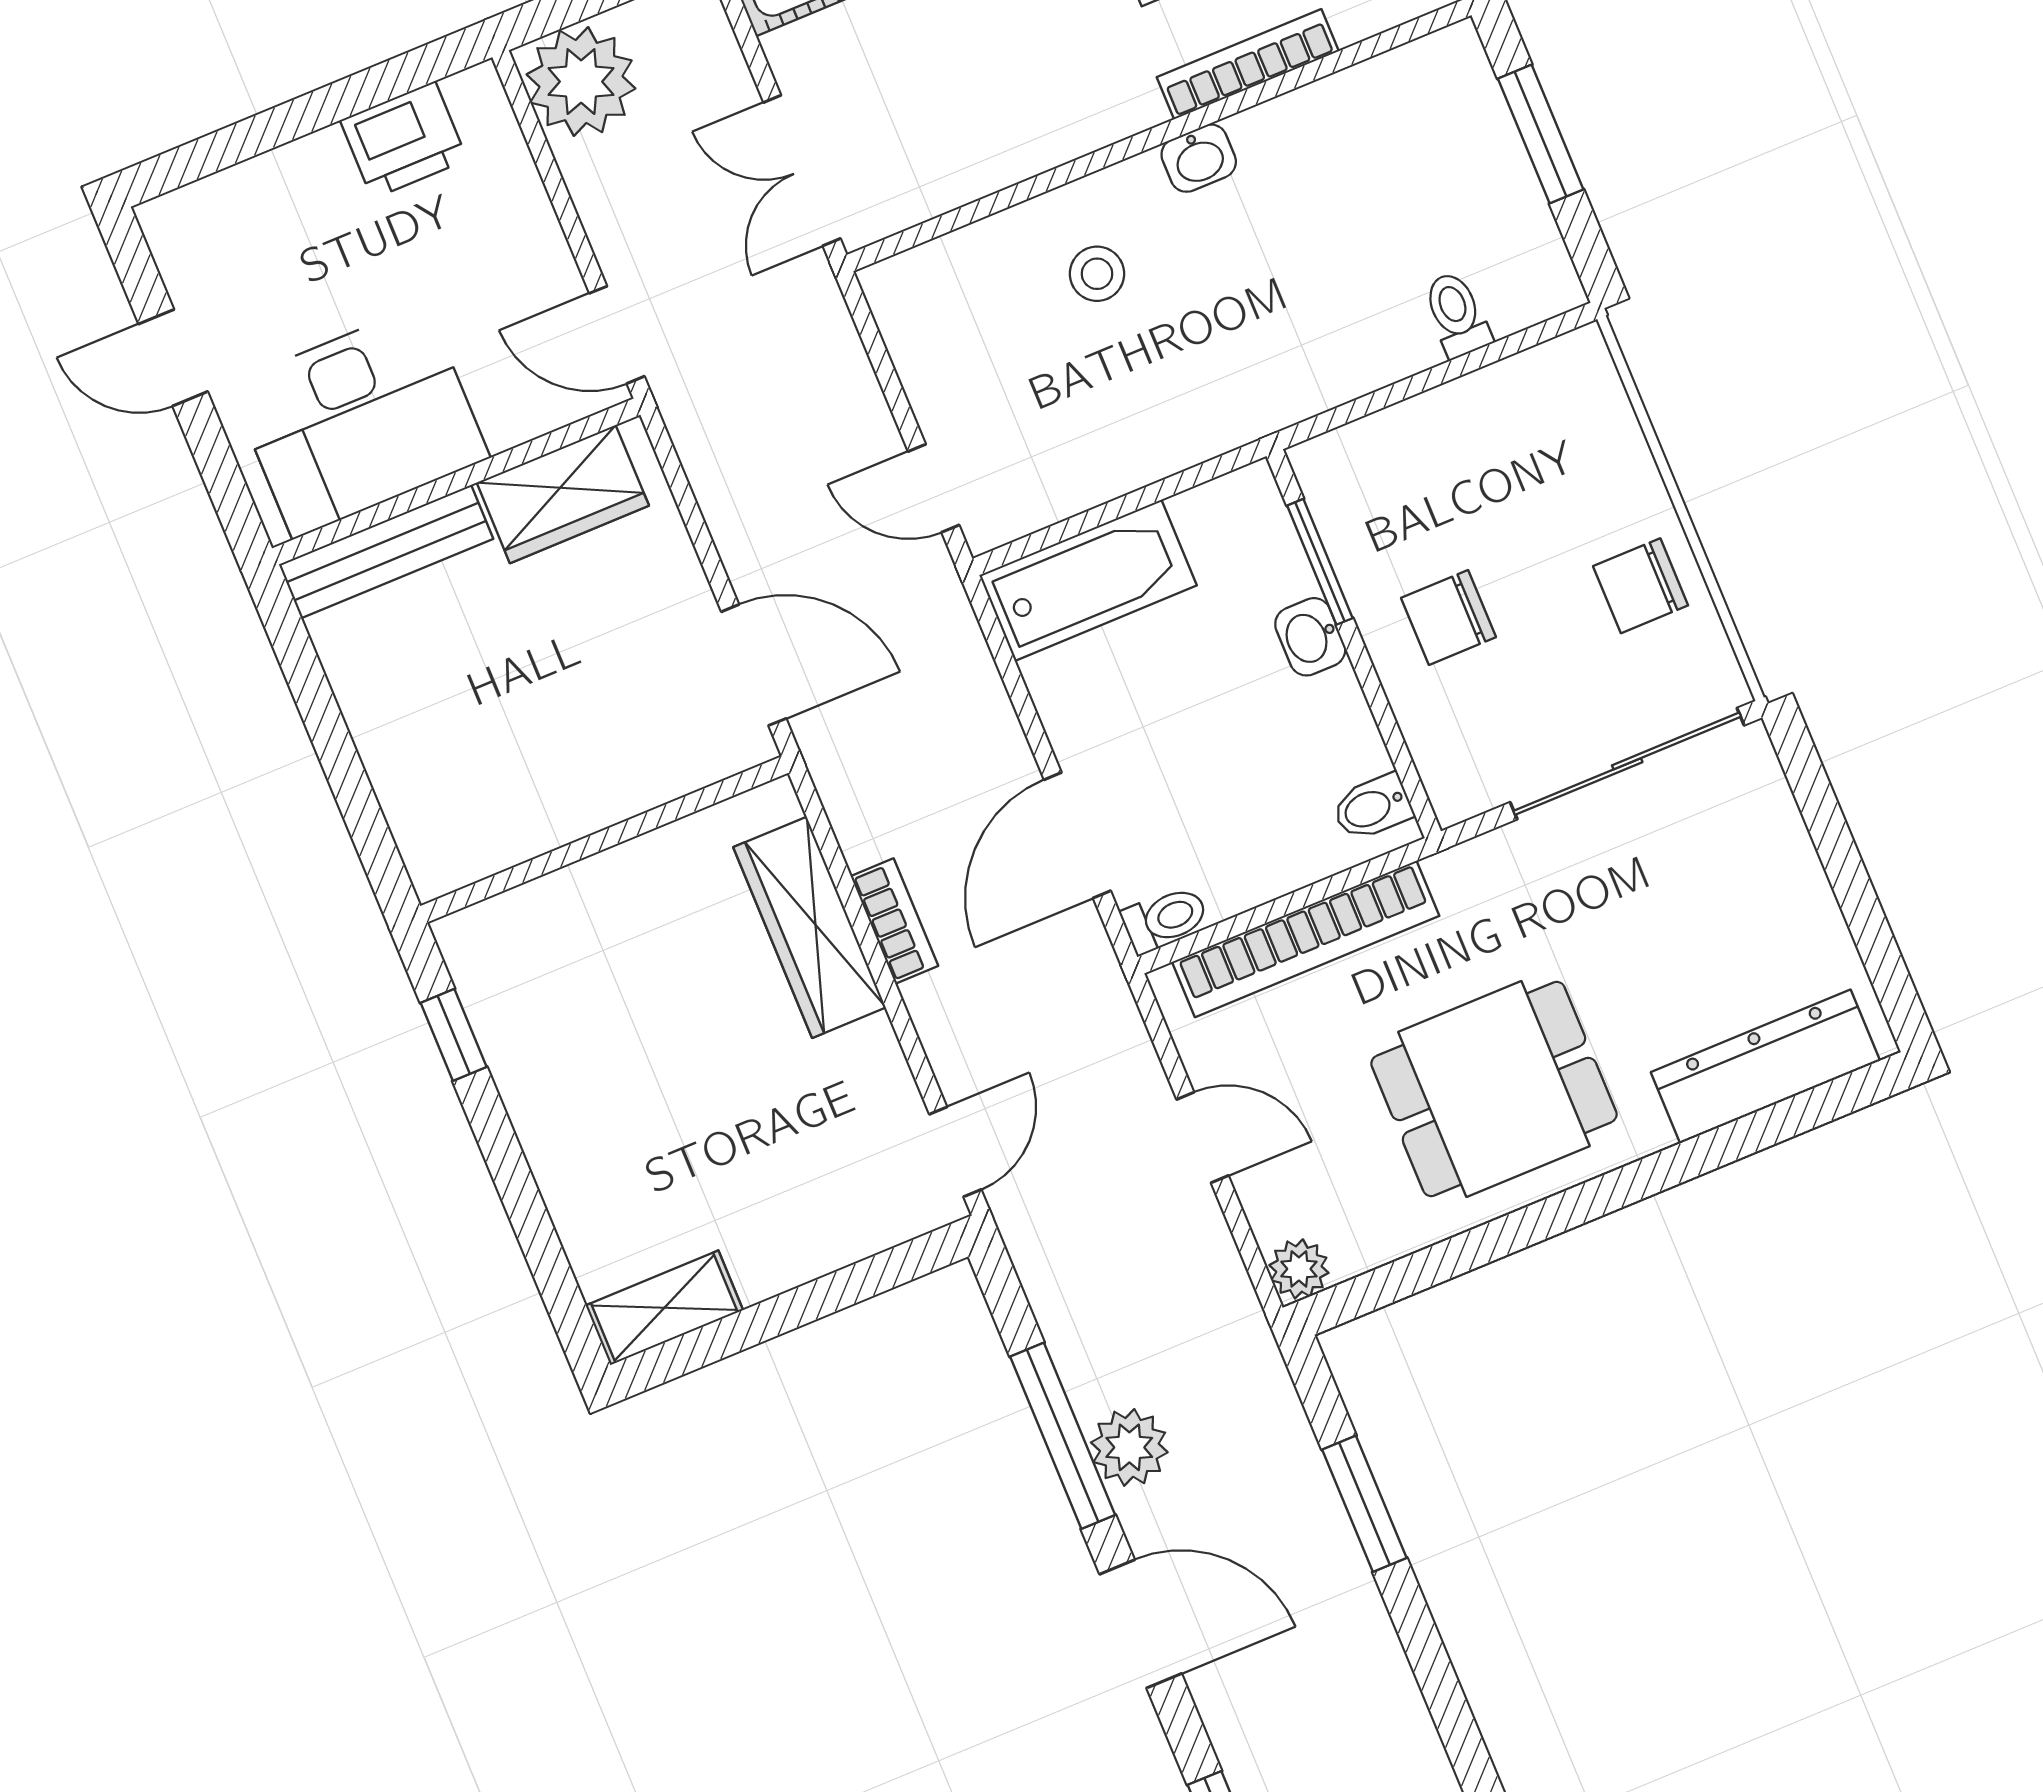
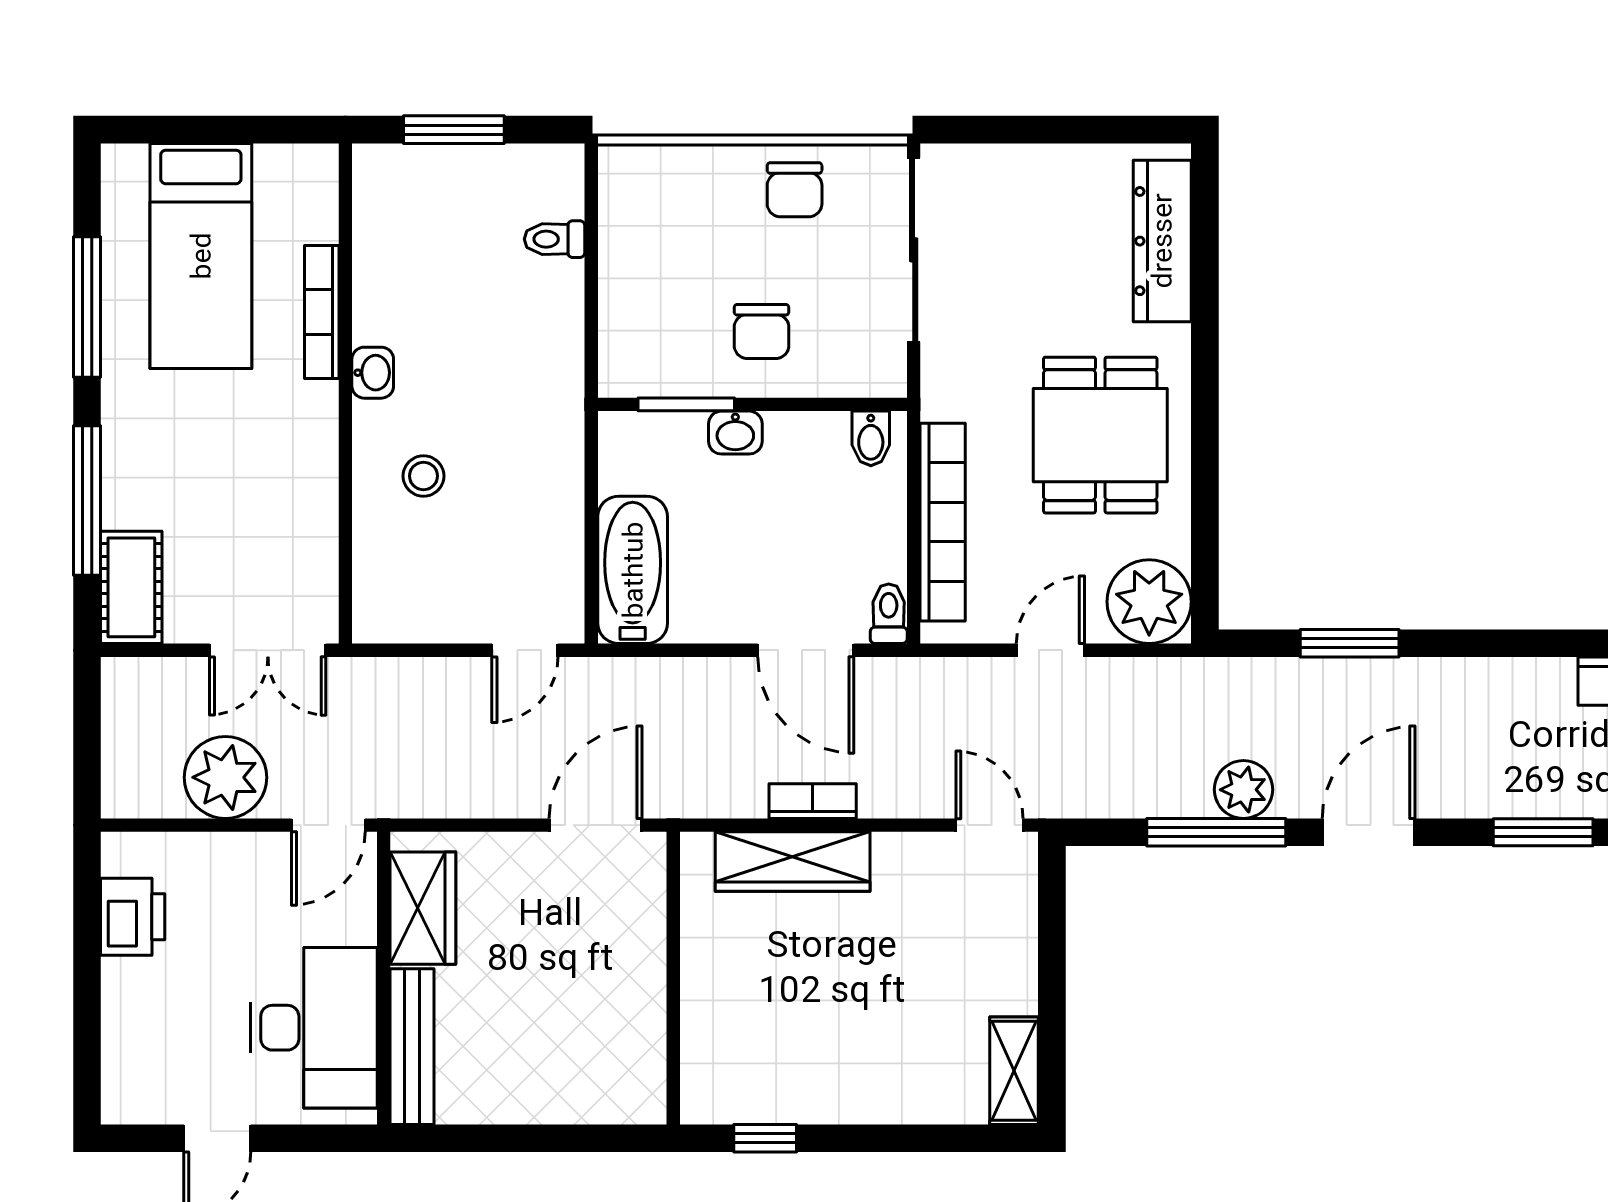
plant: (581, 82) -> (225, 777), moved
plant: (1299, 1269) -> (1149, 602), width x1.87, depth x1.87

